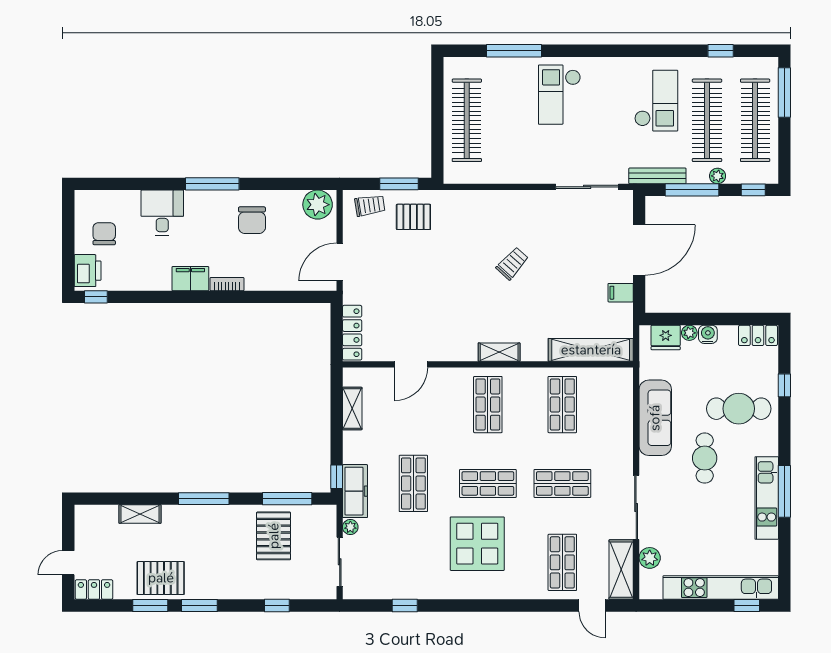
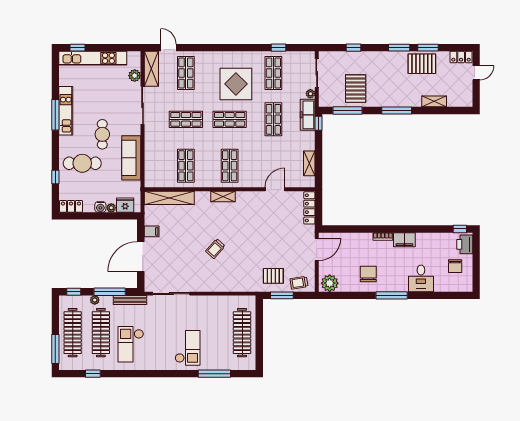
shop shelf: (413, 562) -> (273, 73), added

